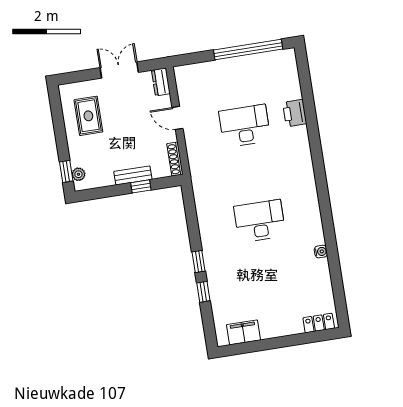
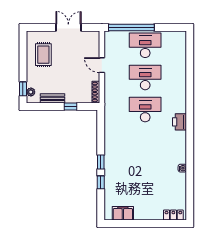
window: (248, 50) -> (131, 28), moved
desk: (237, 78) -> (145, 45), added
dresser: (161, 82) -> (95, 40), removed
printer: (295, 113) -> (179, 122), moved
bench: (133, 175) -> (53, 98), moved
desk: (260, 221) -> (145, 110), moved

